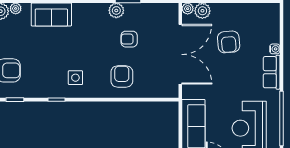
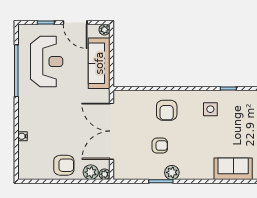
armchair: (229, 42) -> (64, 165), moved, turned 95
row of seats: (272, 72) -> (25, 114), removed

